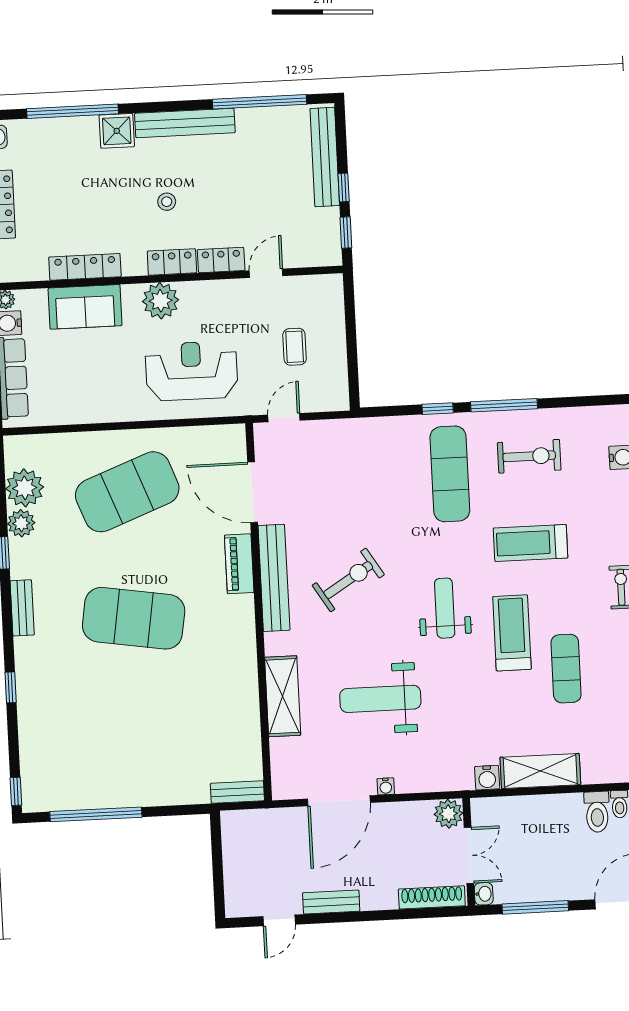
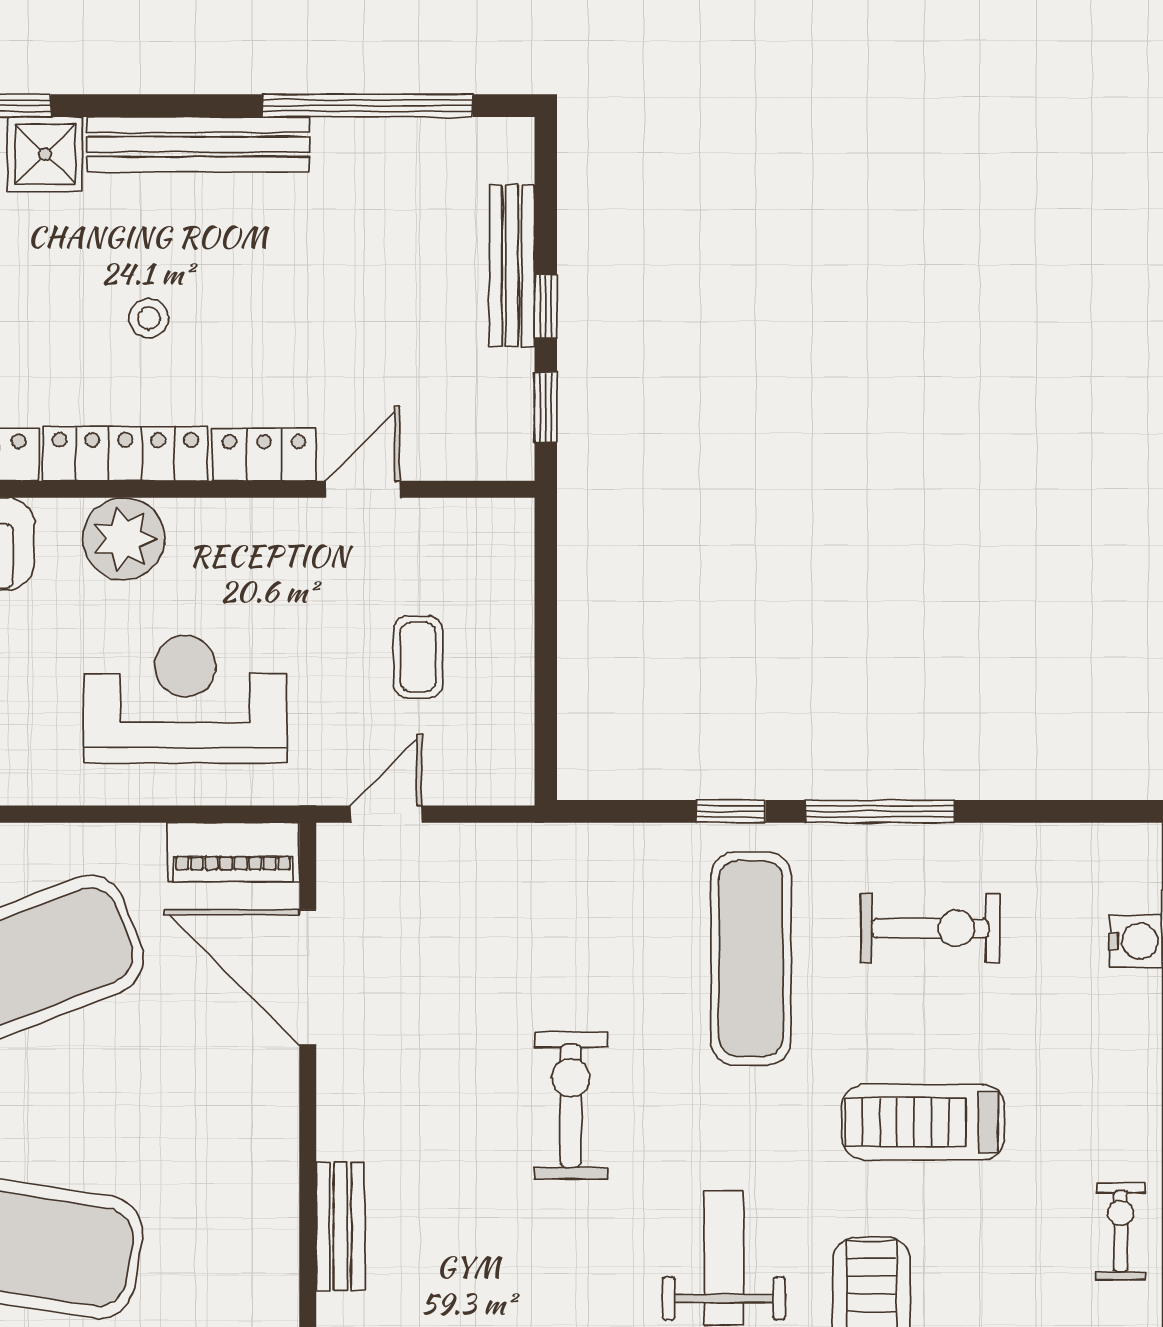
bench: (325, 157) -> (512, 266), width x0.73, depth x0.82
locker: (172, 262) -> (125, 454), width x1.53
piano: (239, 564) -> (233, 852), moved, turned -90
bench: (274, 578) -> (341, 1226), width x0.54, depth x0.82
exercise bike: (348, 580) -> (571, 1106), moved, turned -58

